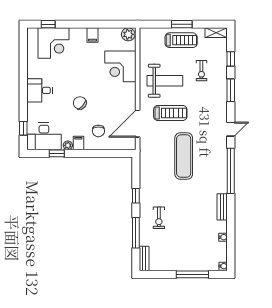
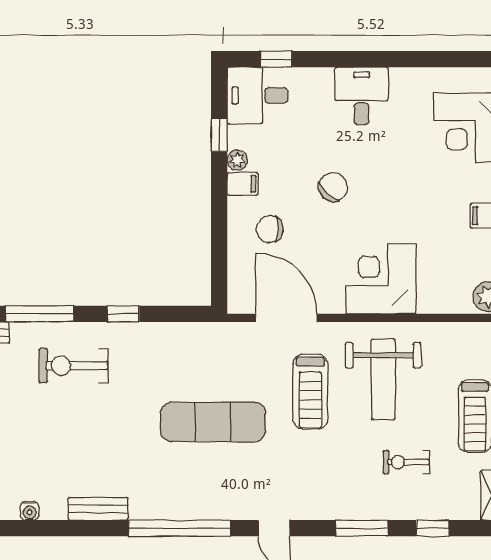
corner desk: (120, 66) -> (381, 279), moved
desk: (44, 136) -> (258, 95), width x0.73
exercise bike: (159, 218) -> (73, 366), width x1.38, depth x1.39

